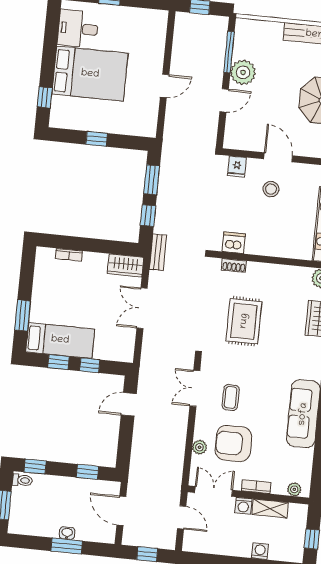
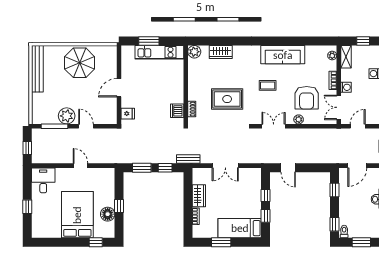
desk: (78, 29) -> (43, 180), moved, turned 180
floor lamp: (86, 120) -> (108, 214), added
stool: (271, 189) -> (140, 90), removed
wardrobe: (126, 265) -> (199, 196), moved
window: (23, 315) -> (221, 242), moved
bed: (60, 340) -> (240, 228), moved, turned -90
double door: (195, 388) -> (274, 126), swing flipped
coffee table: (231, 397) -> (268, 85), moved
plant: (199, 447) -> (299, 119), moved
shelving: (270, 508) -> (346, 57), moved

